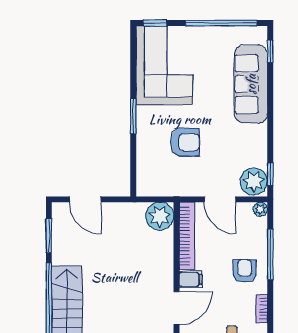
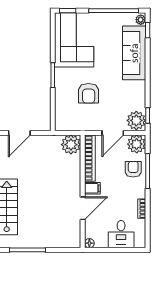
plant: (260, 36) -> (141, 20), added
armchair: (185, 142) -> (89, 93), turned 90
door: (85, 199) -> (19, 133), hinge flipped
door: (220, 199) -> (113, 133), hinge flipped
plant: (260, 209) -> (137, 144), width x1.88, depth x1.88
armchair: (245, 271) -> (133, 169), moved

